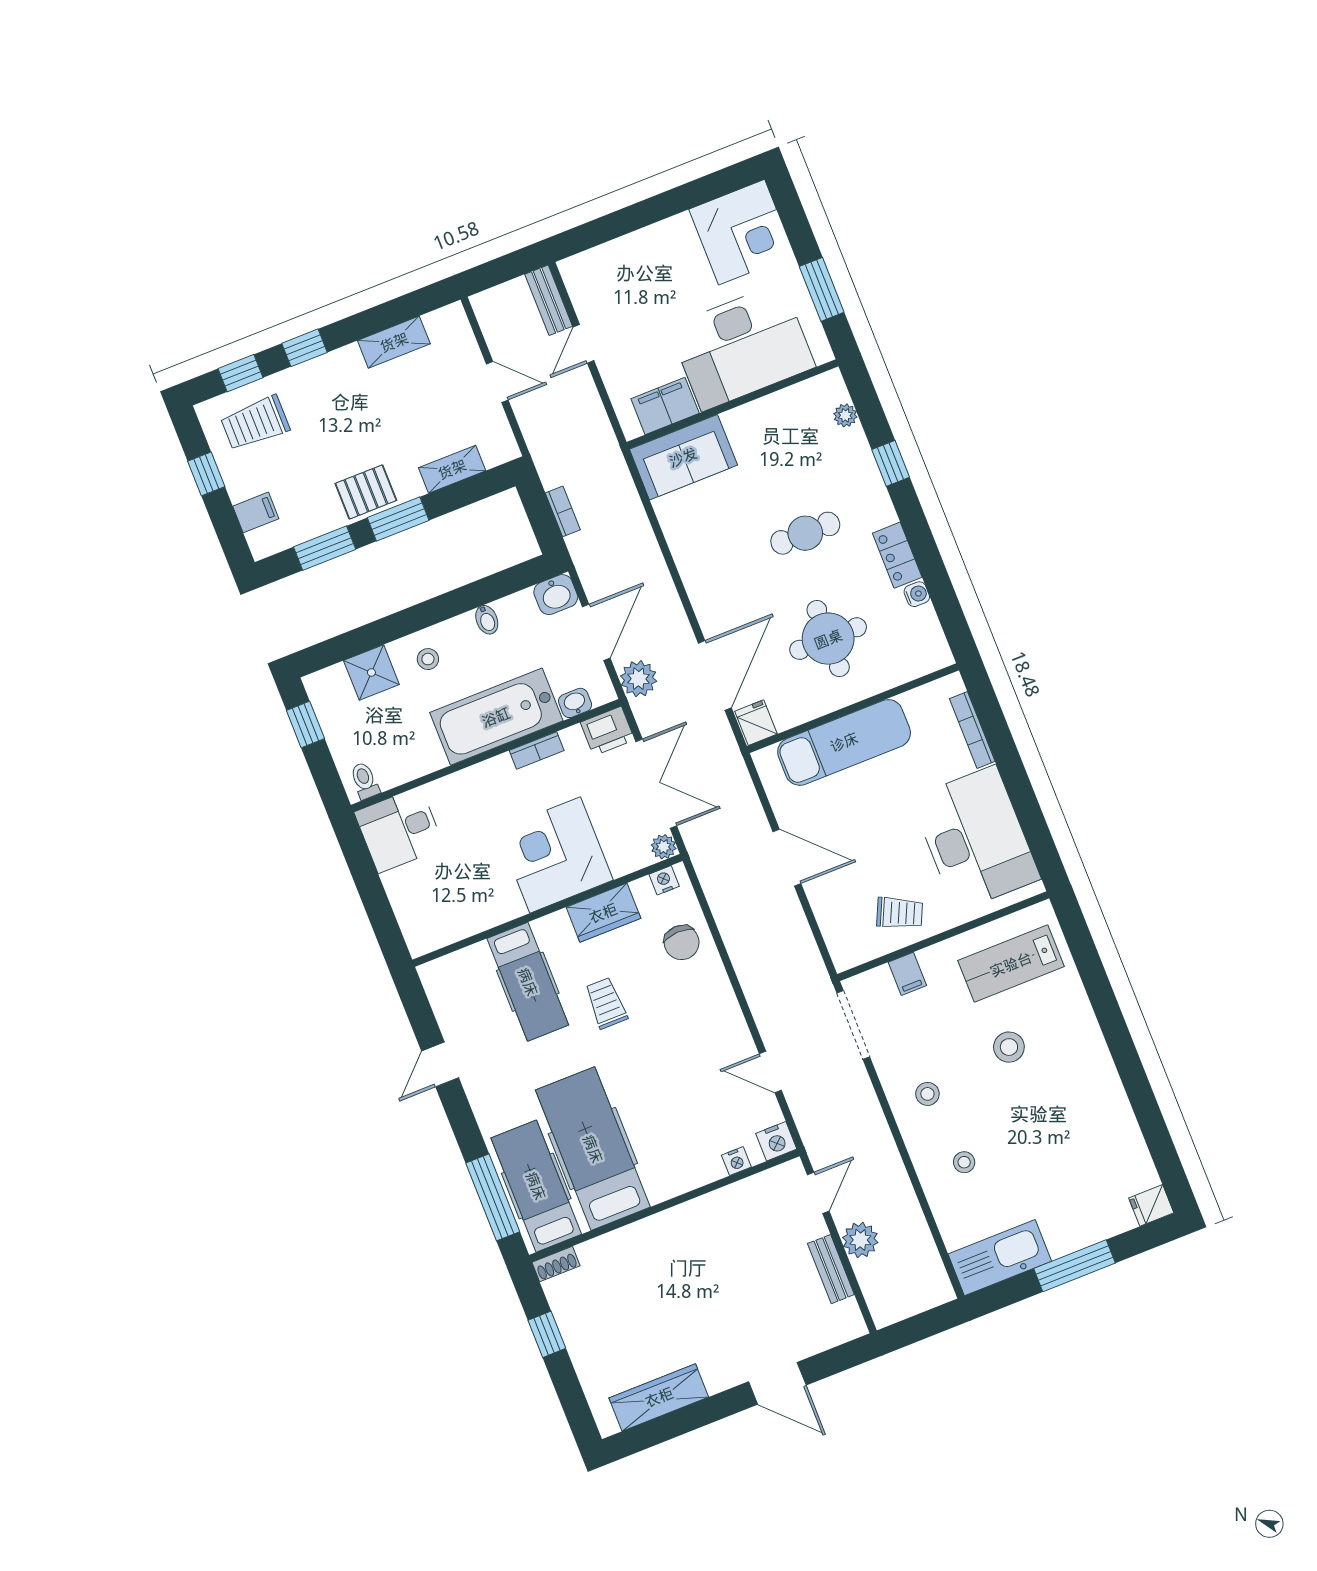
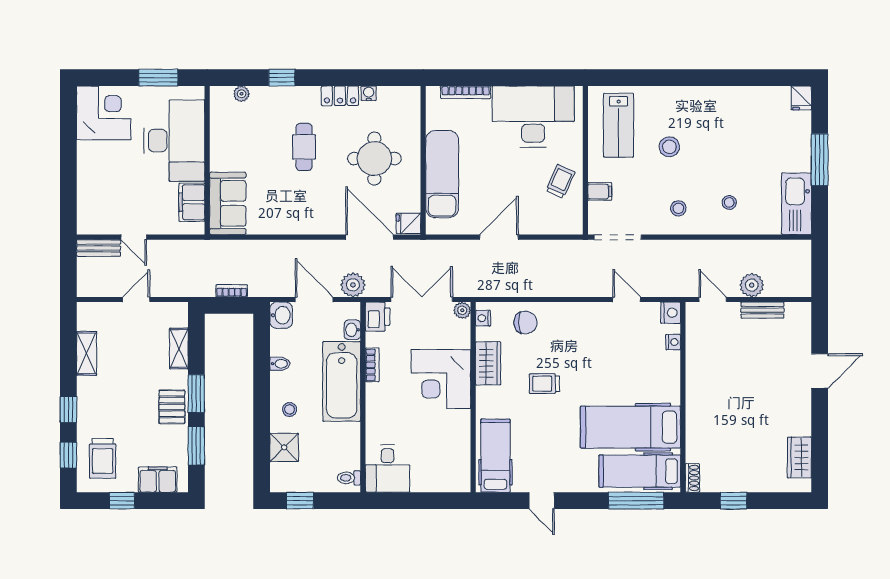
filing cabinet: (256, 512) -> (158, 480), width x2.00
hospital bed: (528, 982) -> (496, 456), moved, turned -90
door: (770, 1072) -> (627, 299), swing flipped
wardrobe: (659, 1397) -> (799, 457), width x0.67

